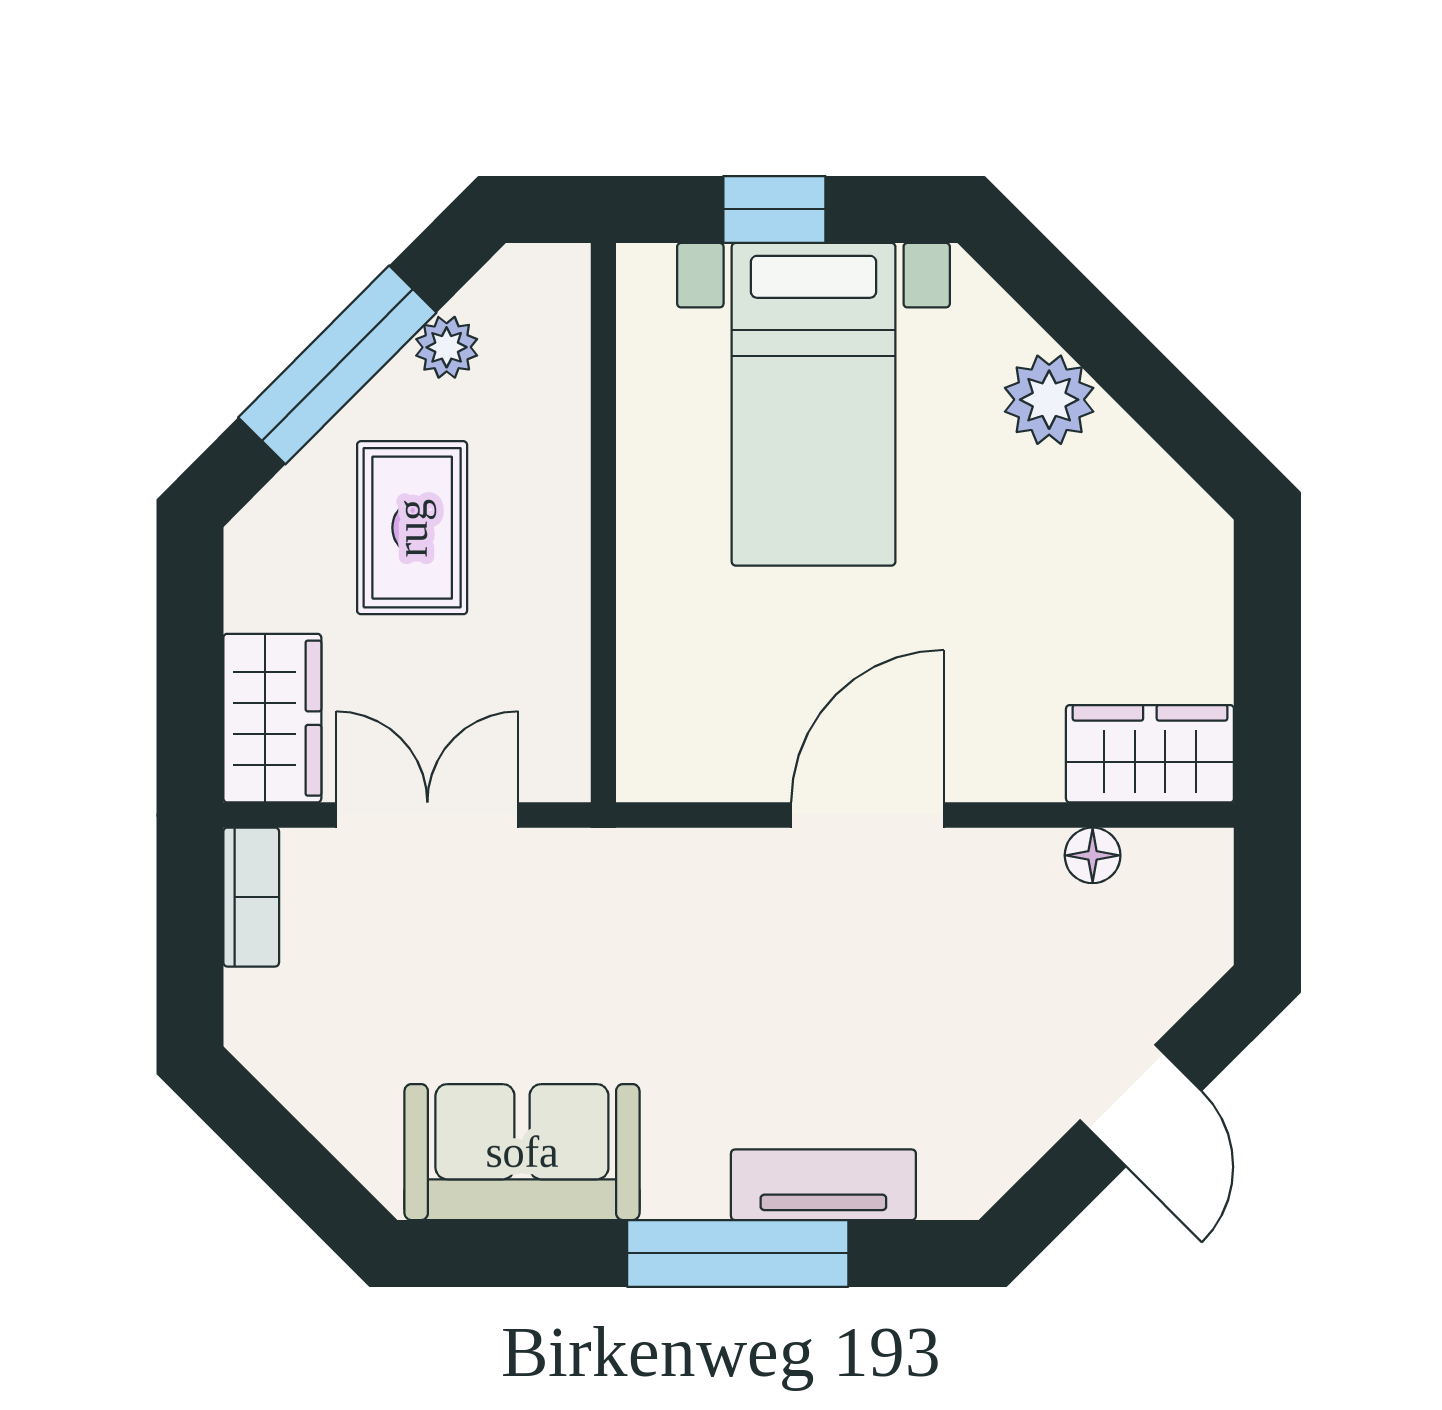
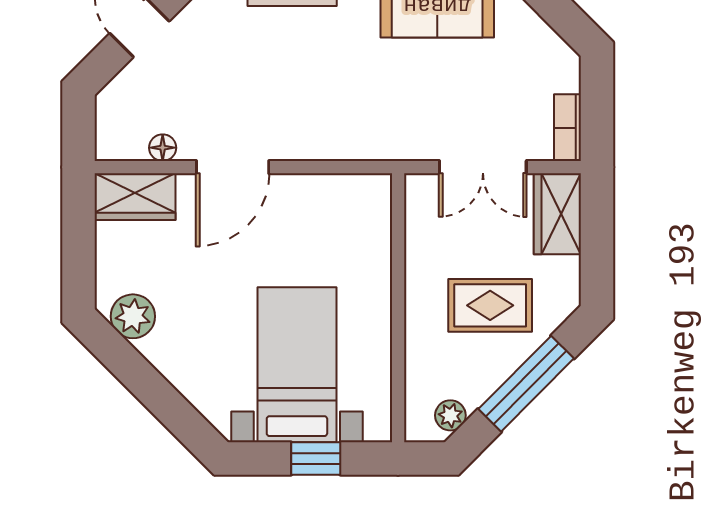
plant: (447, 347) -> (450, 415), moved
plant: (1049, 400) -> (133, 316), moved
rug: (412, 528) -> (490, 305), turned 90
door: (867, 815) -> (233, 167), moved

